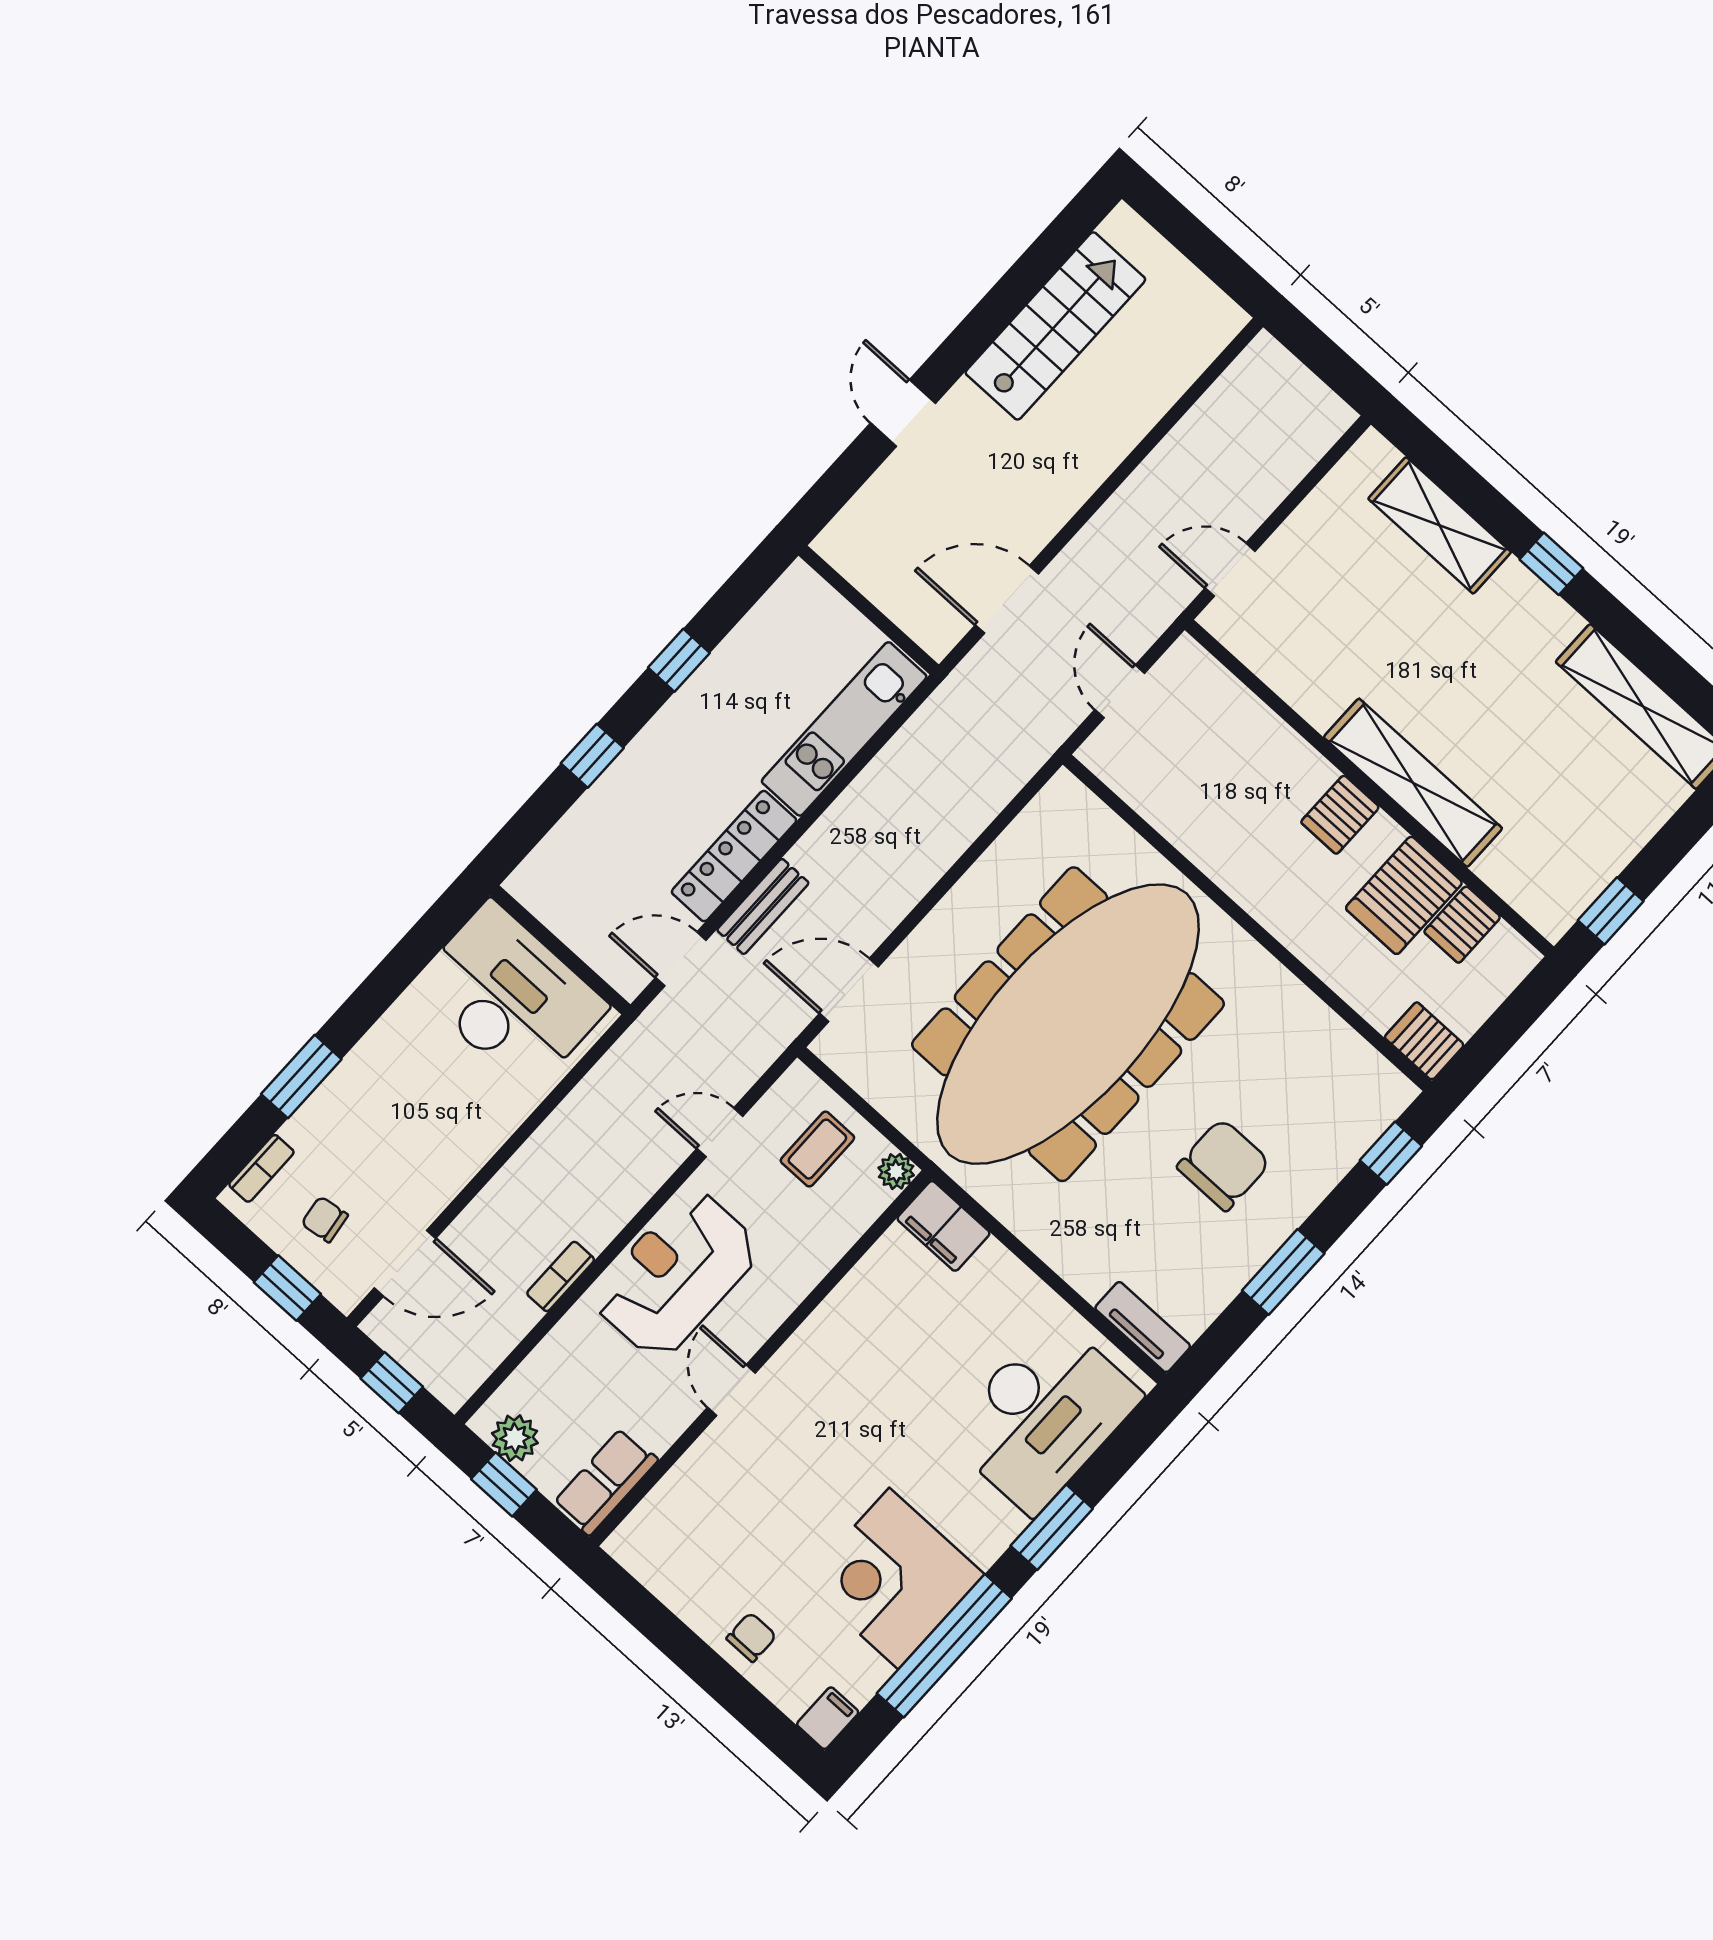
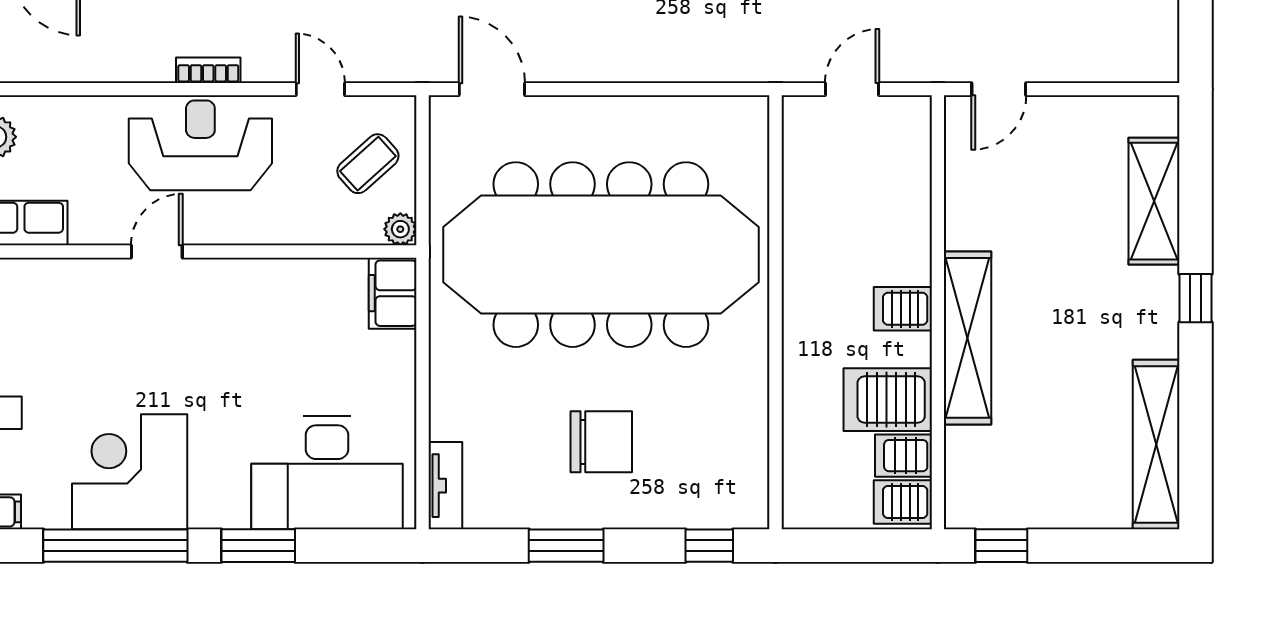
door: (1230, 570) -> (999, 89), swing flipped
server rack: (1424, 1041) -> (903, 502), moved, turned -90
coffee table: (817, 1149) -> (368, 164), turned -42
bookcase: (561, 1276) -> (208, 70), moved

